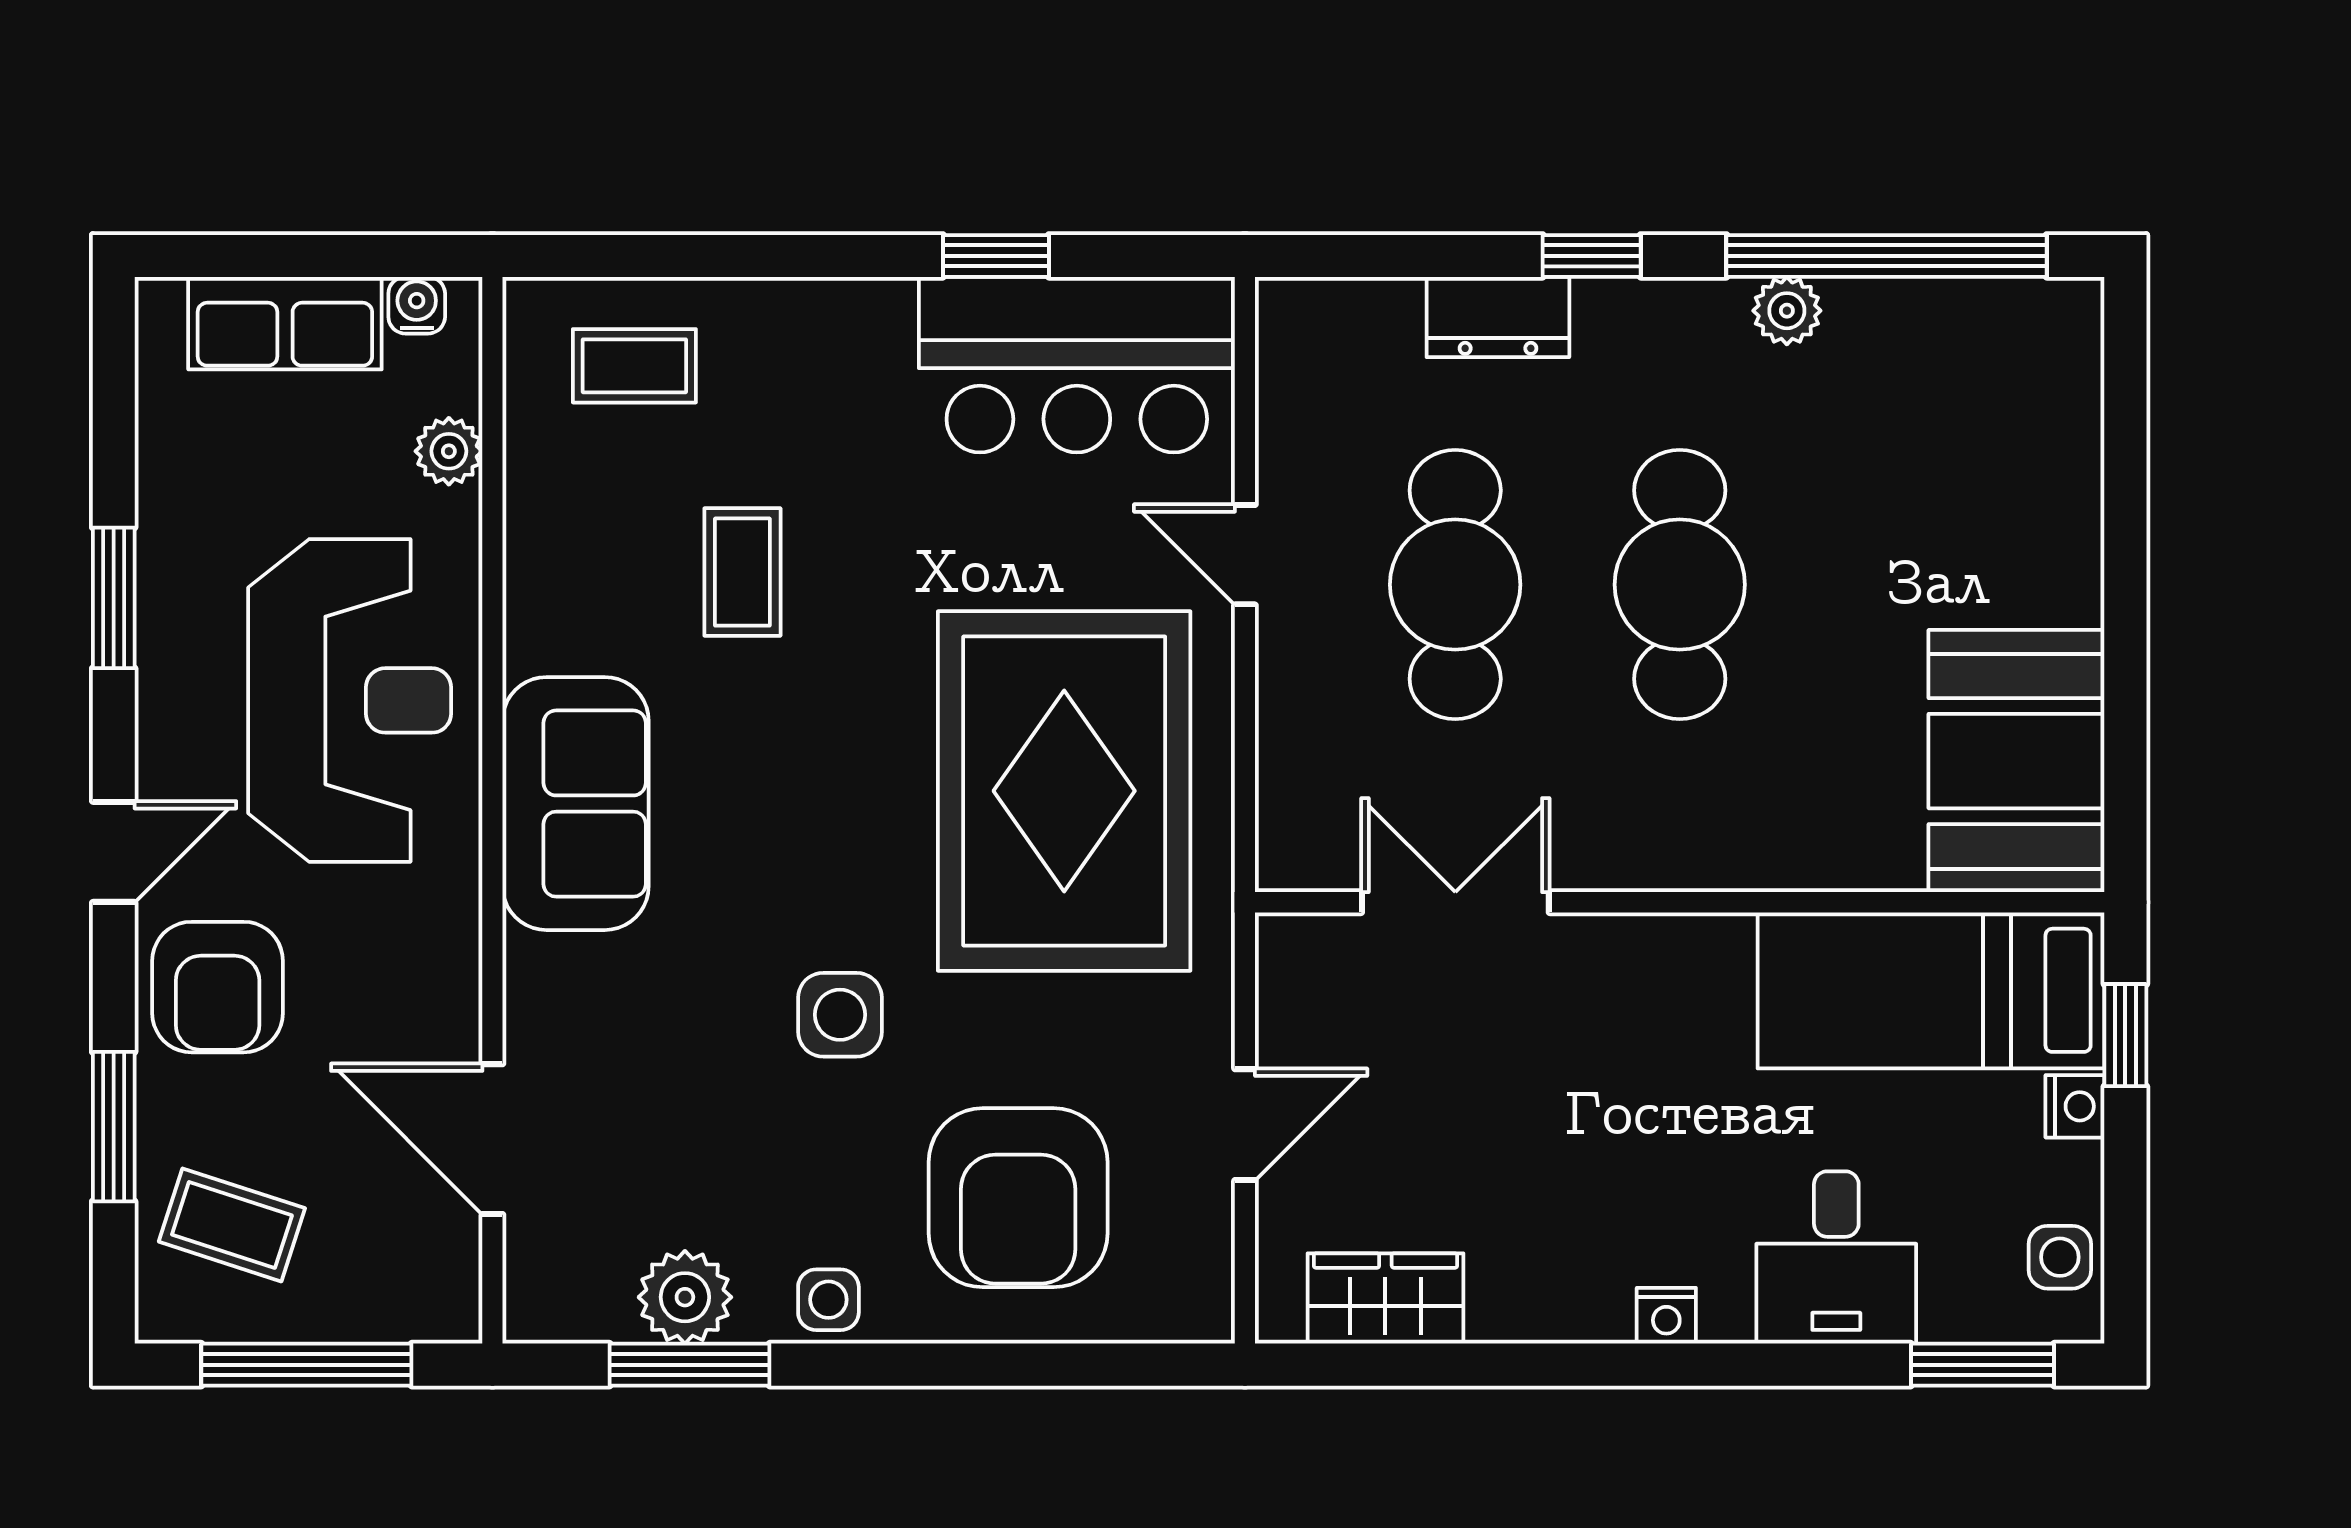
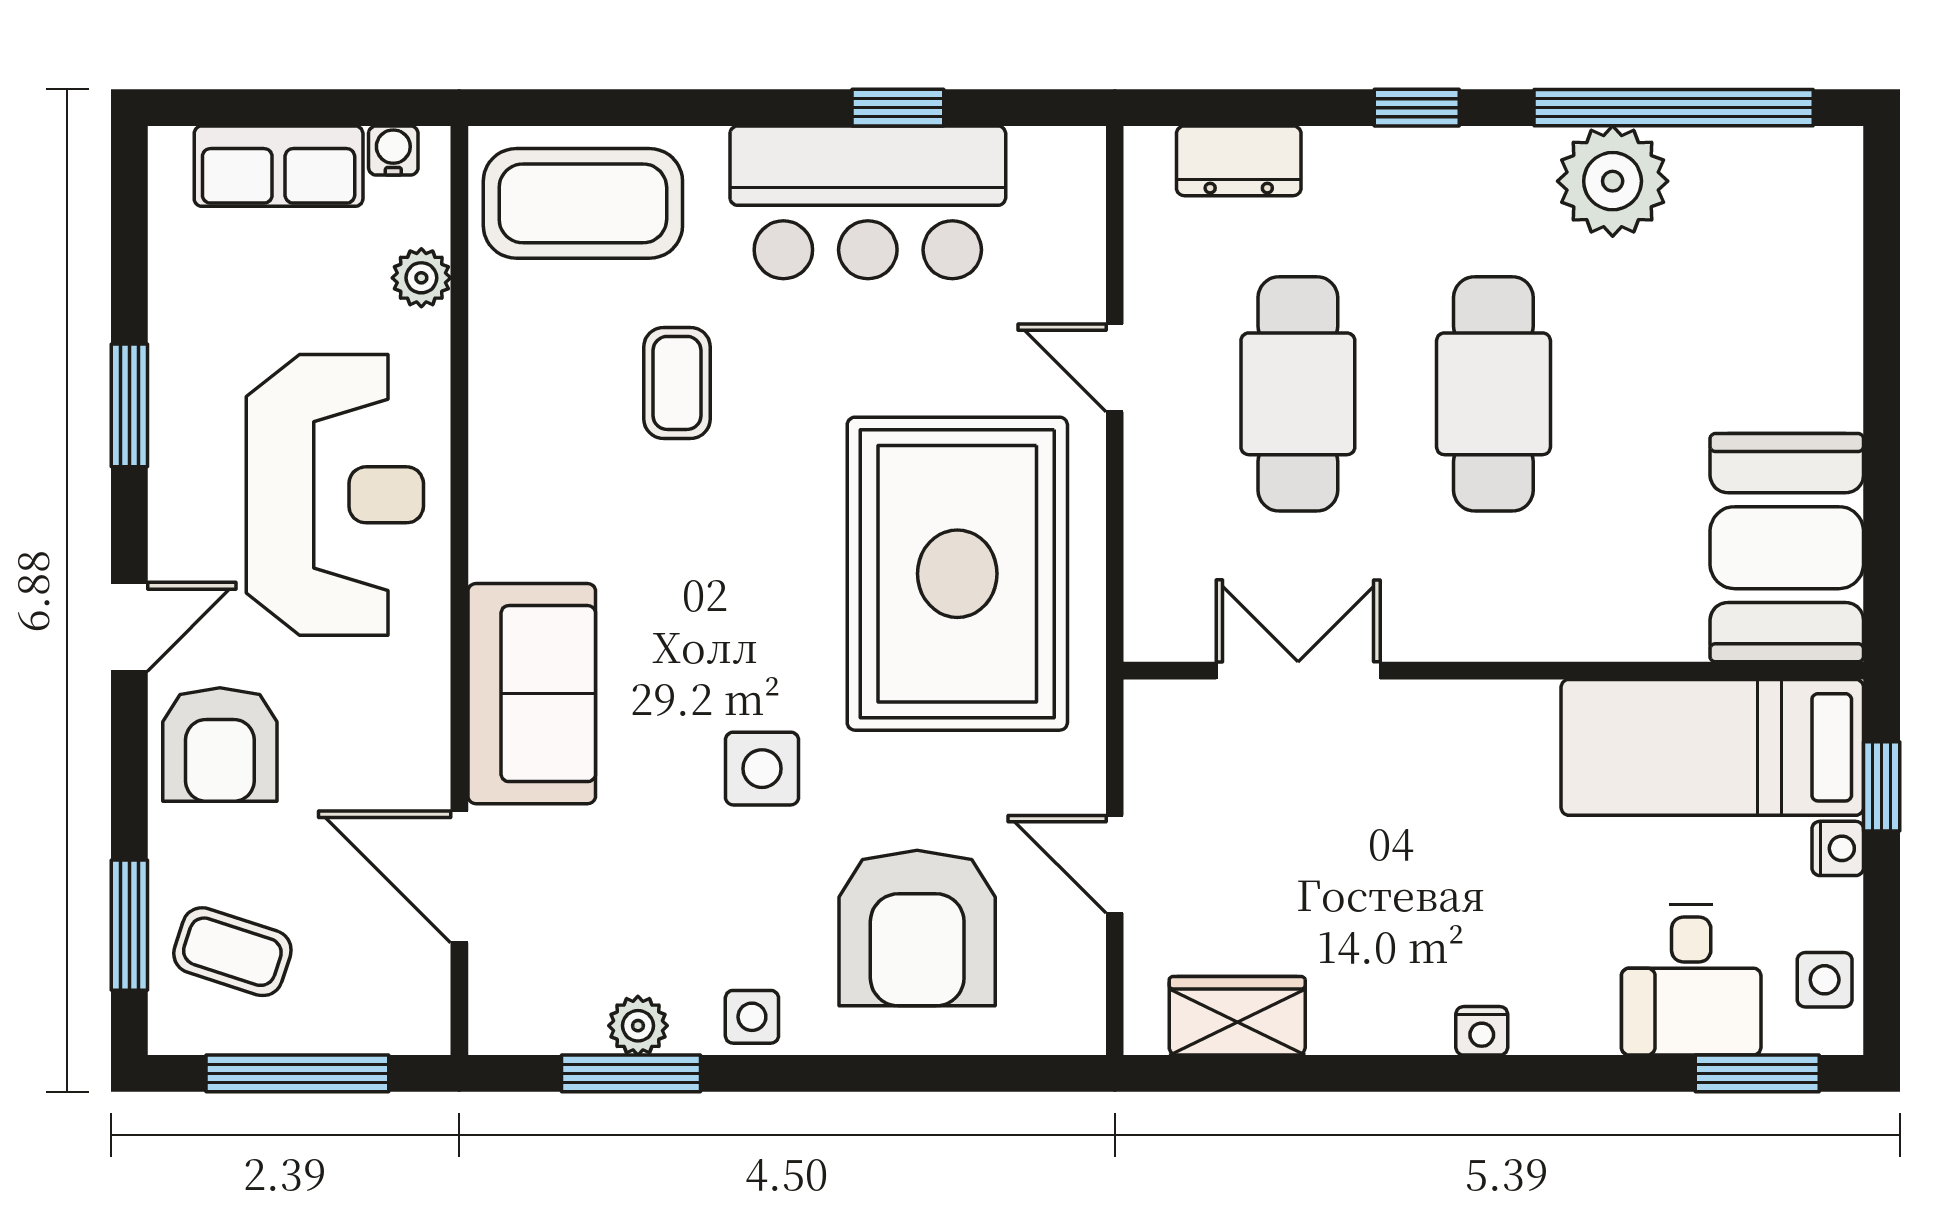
plant: (1787, 311) -> (1613, 181), width x1.87, depth x1.87
dresser: (1498, 317) -> (1239, 161), moved
bar counter: (1077, 365) -> (868, 202), moved
coffee table: (634, 366) -> (583, 203), width x1.86, depth x1.72
sofa: (576, 804) -> (532, 694), moved
door: (1245, 1125) -> (1115, 864), swing flipped
window: (114, 1127) -> (129, 925), moved
desk: (1836, 1258) -> (1691, 980), moved
plant: (685, 1297) -> (638, 1026), width x0.73, depth x0.73

